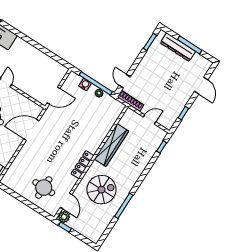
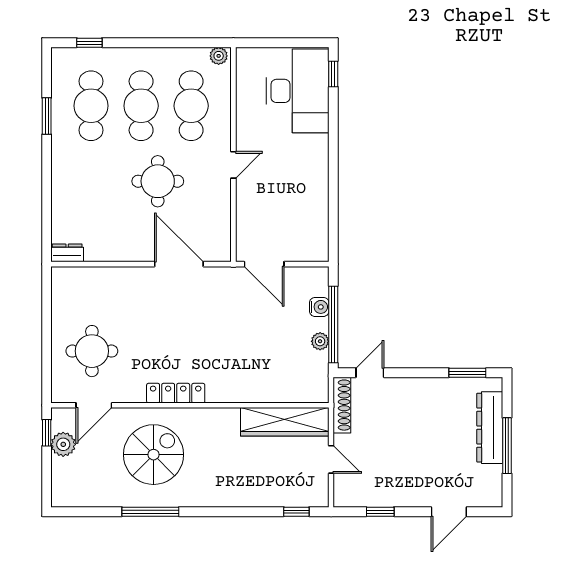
wardrobe: (111, 145) -> (285, 422), moved
spiral stairs: (102, 190) -> (154, 455), turned -90
plant: (64, 217) -> (63, 444), moved

